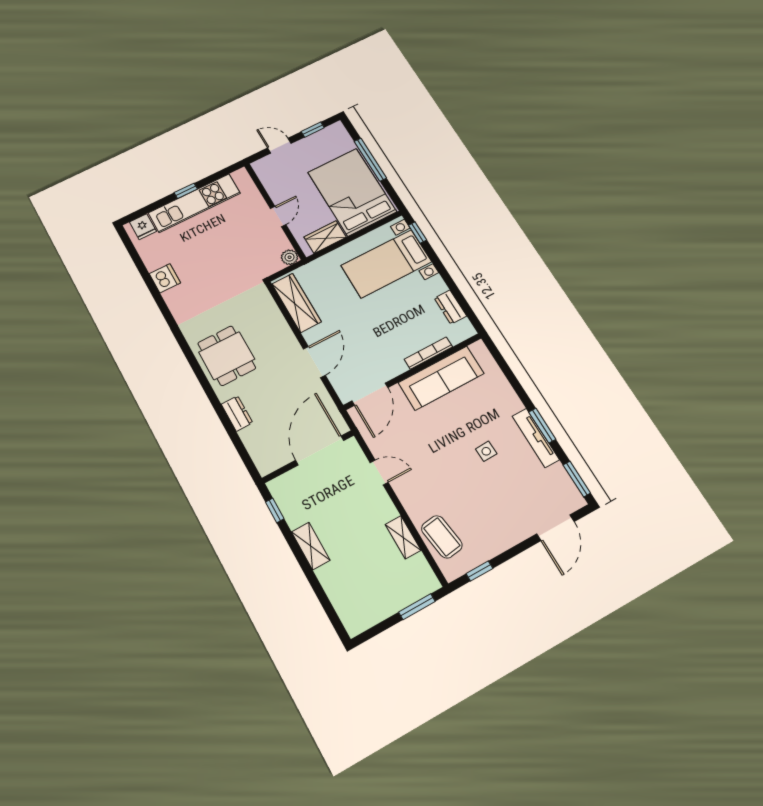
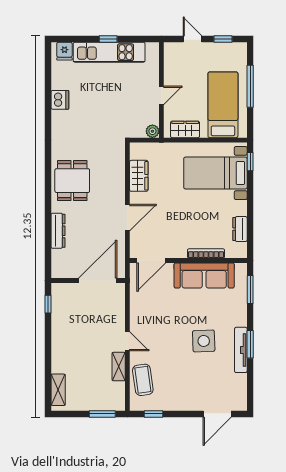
bed: (352, 192) -> (223, 105), width x0.67
wardrobe: (296, 303) -> (139, 176), width x0.67
dresser: (237, 413) -> (58, 231), width x1.44
side table: (486, 451) -> (204, 341), width x1.87, depth x1.87
door: (379, 472) -> (127, 341), moved
window: (577, 479) -> (250, 290), moved
shelving: (311, 546) -> (58, 390), moved

